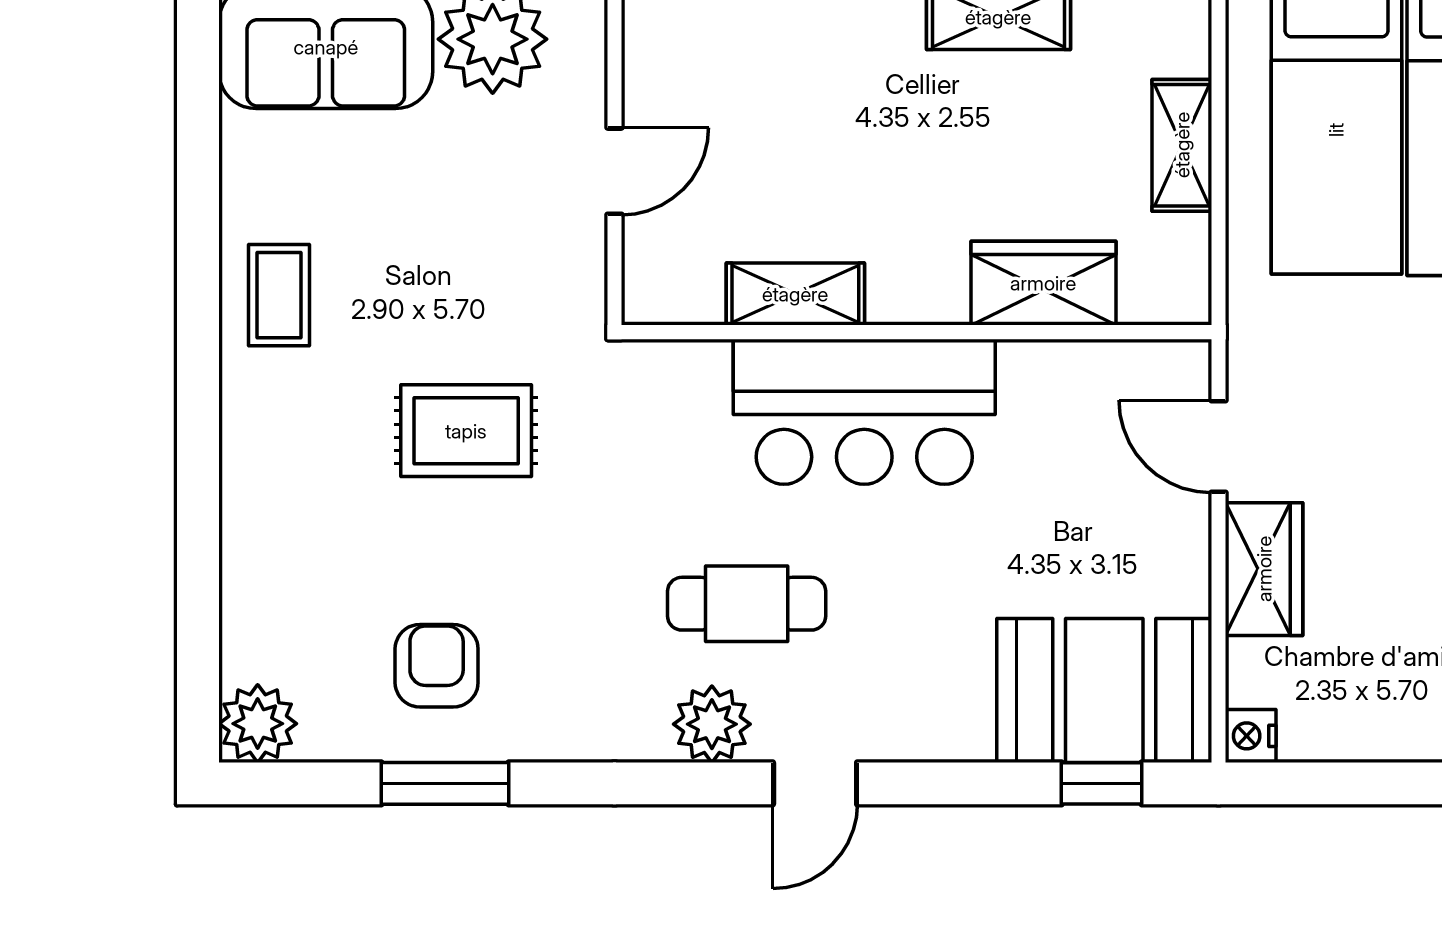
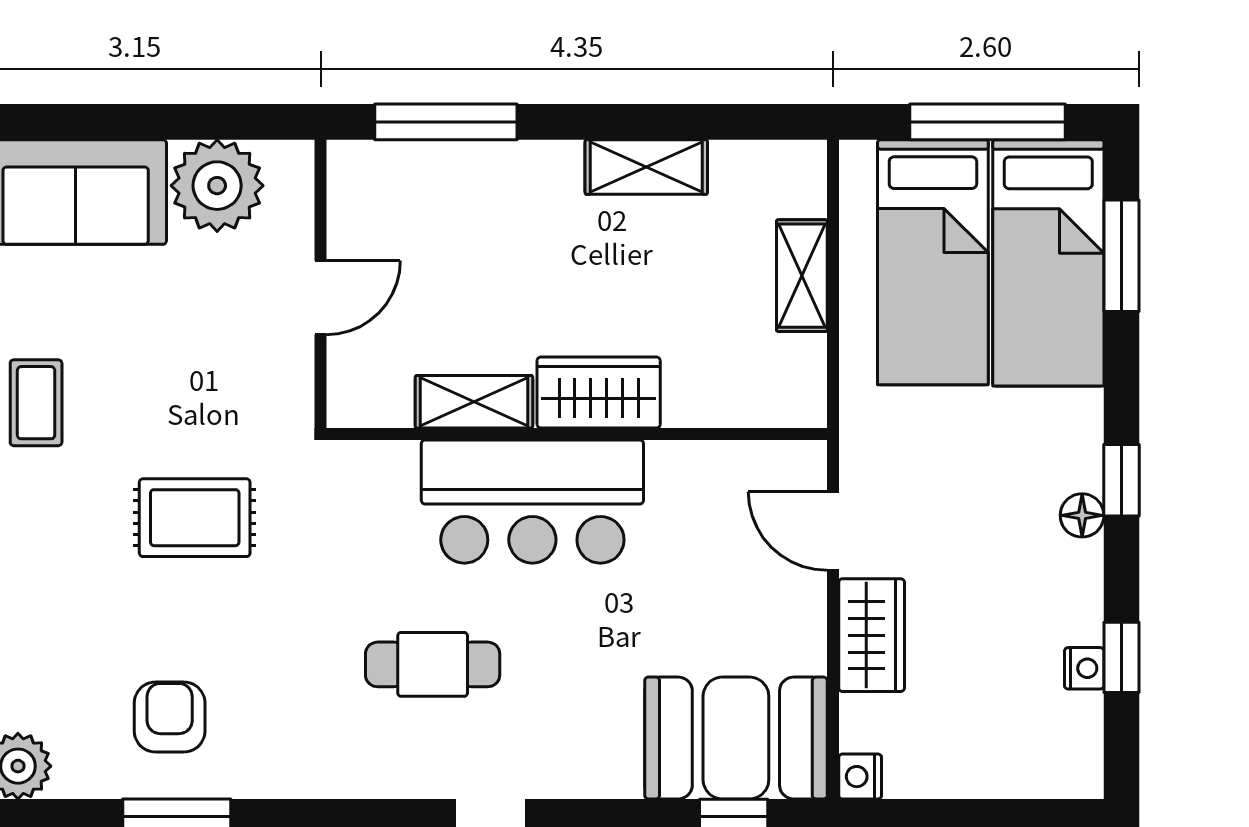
wardrobe: (1043, 283) -> (599, 393), moved
plant: (712, 724) -> (403, 767), removed

